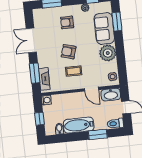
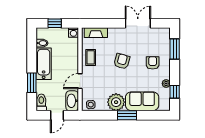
window: (117, 22) -> (127, 115), moved
coffee table: (74, 71) -> (91, 57), moved
window: (35, 73) -> (103, 23), removed

